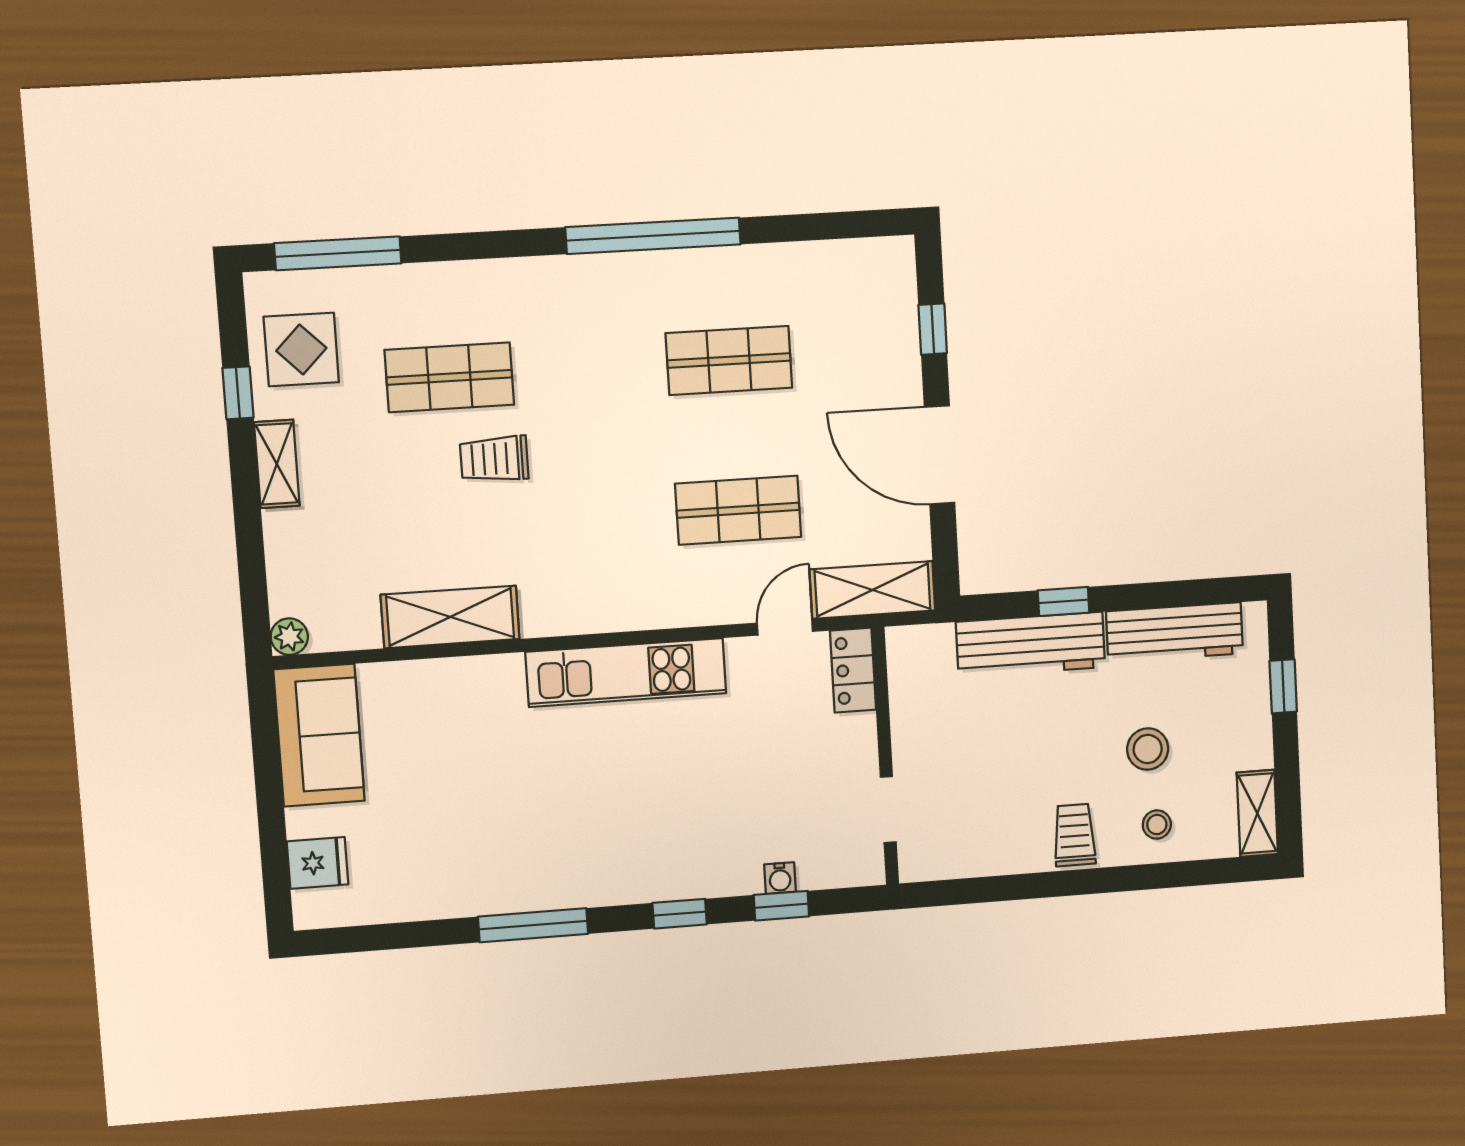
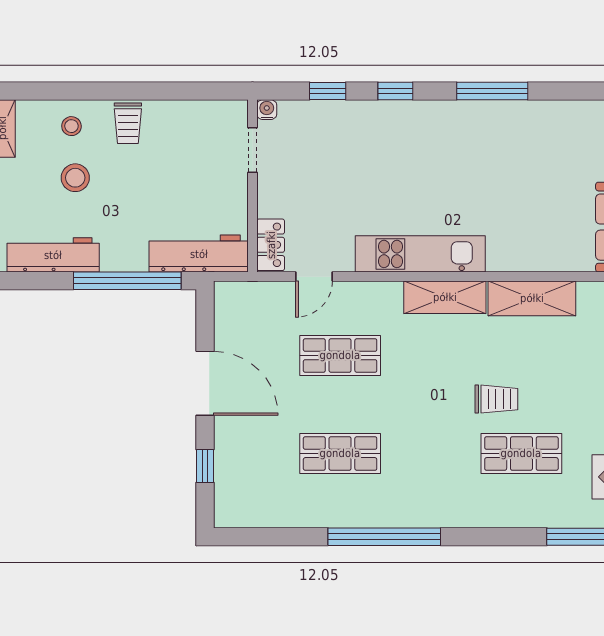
shelving: (872, 590) -> (445, 297), moved
window: (1064, 601) -> (127, 281), width x3.17
workbench: (1031, 645) -> (199, 254), moved
water cooler: (780, 878) -> (267, 110), moved

